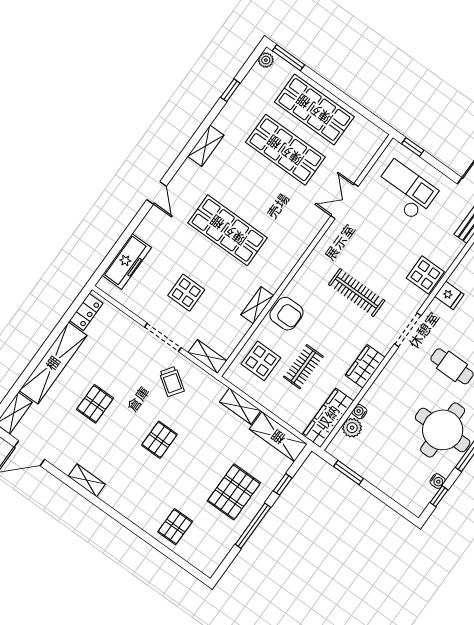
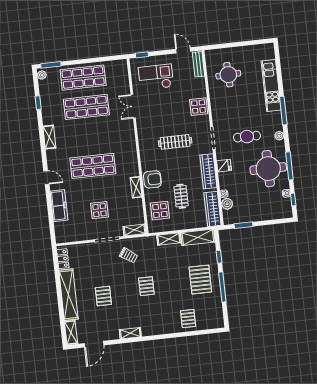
freezer: (127, 261) -> (59, 206), moved
fridge: (449, 295) -> (224, 166), moved
wardrobe: (365, 366) -> (208, 171), width x1.50

